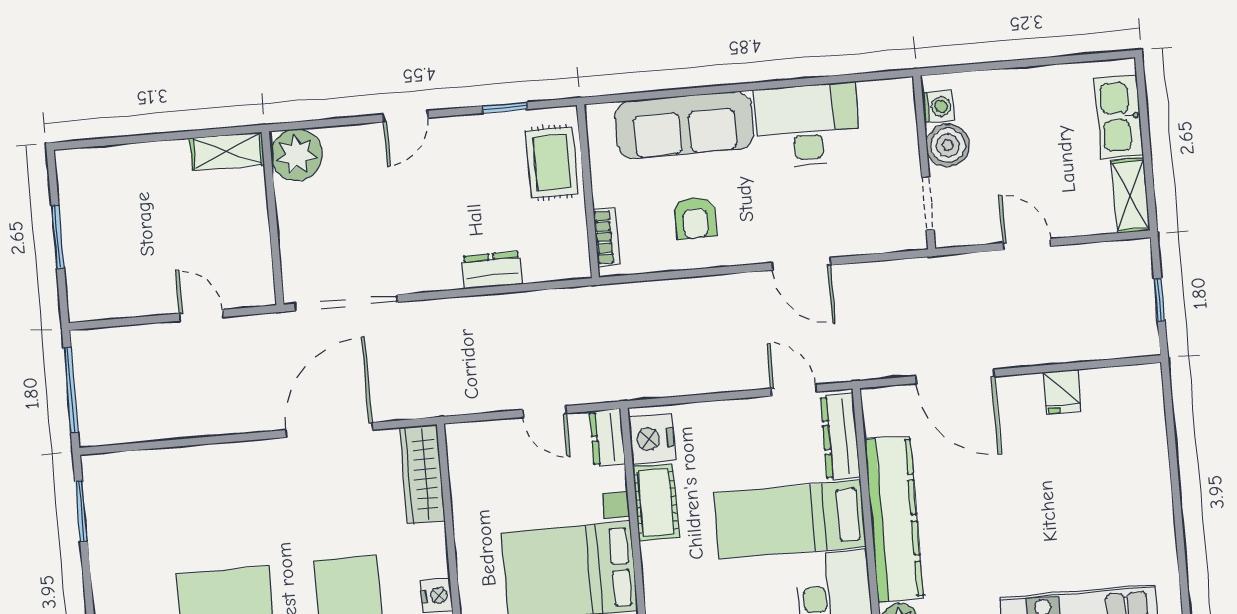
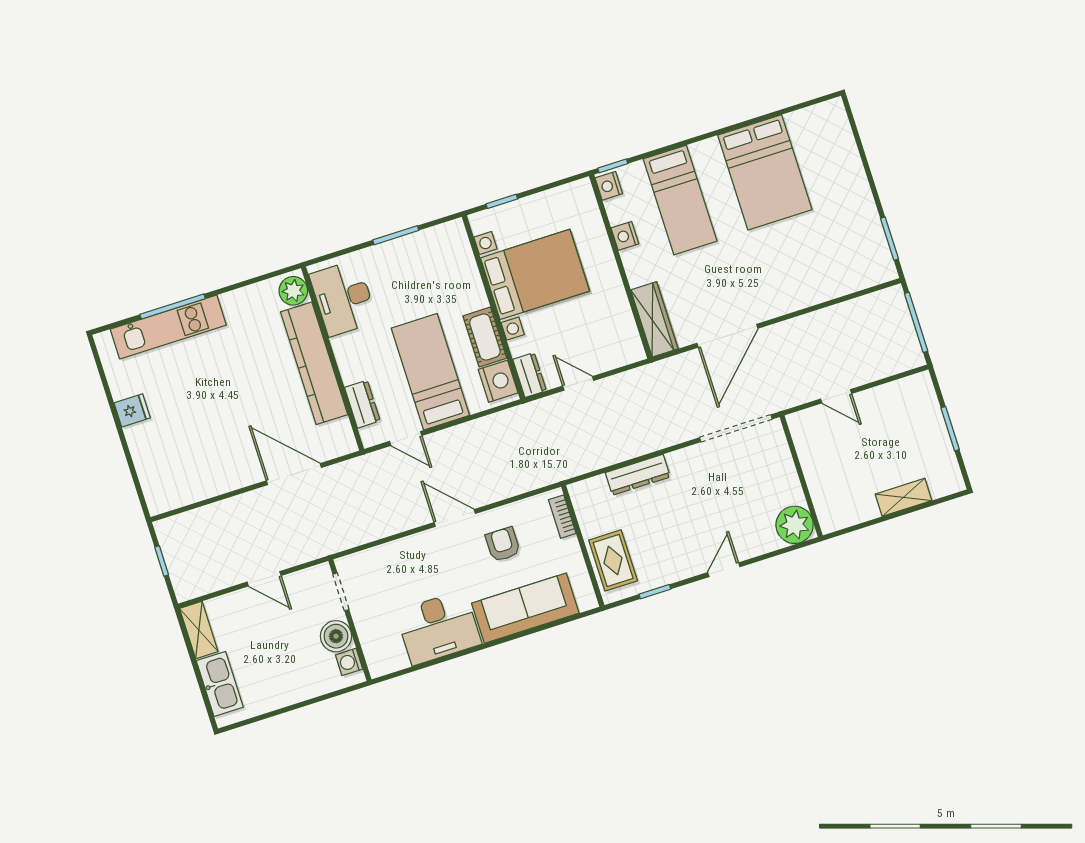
shelving: (227, 151) -> (903, 497), moved
door: (801, 264) -> (455, 518), moved
dresser: (492, 270) -> (638, 475), width x1.44
fridge: (1062, 392) -> (132, 410), moved, turned 90
dresser: (840, 437) -> (362, 404), width x0.70
bed: (790, 520) -> (430, 372), moved, turned -90

